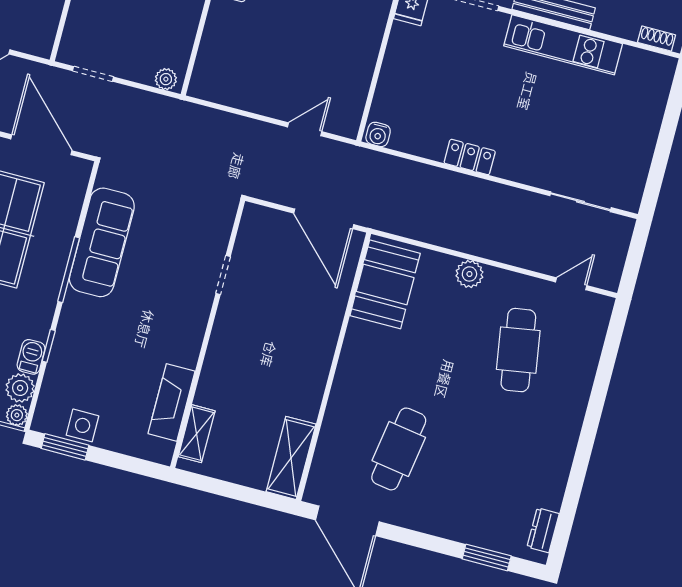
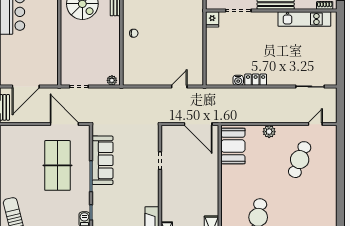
kitchen unit: (563, 45) -> (304, 19), moved
water cooler: (378, 134) -> (238, 80), moved
cafe table: (518, 350) -> (300, 160), turned 30

